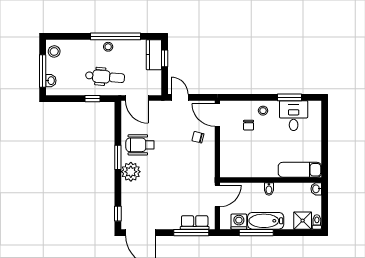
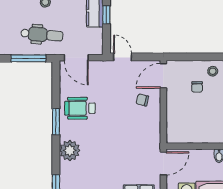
window: (93, 99) -> (28, 58), width x2.17
door: (217, 115) -> (163, 76), hinge flipped
plant: (131, 172) -> (70, 150), moved

